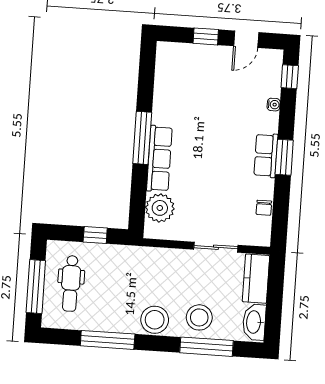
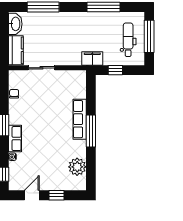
row of seats: (266, 155) -> (15, 139), moved
plant: (160, 208) -> (77, 167), moved
filing cabinet: (132, 257) -> (92, 59), added
stool: (199, 317) -> (49, 24), removed
stool: (155, 320) -> (76, 21), removed

